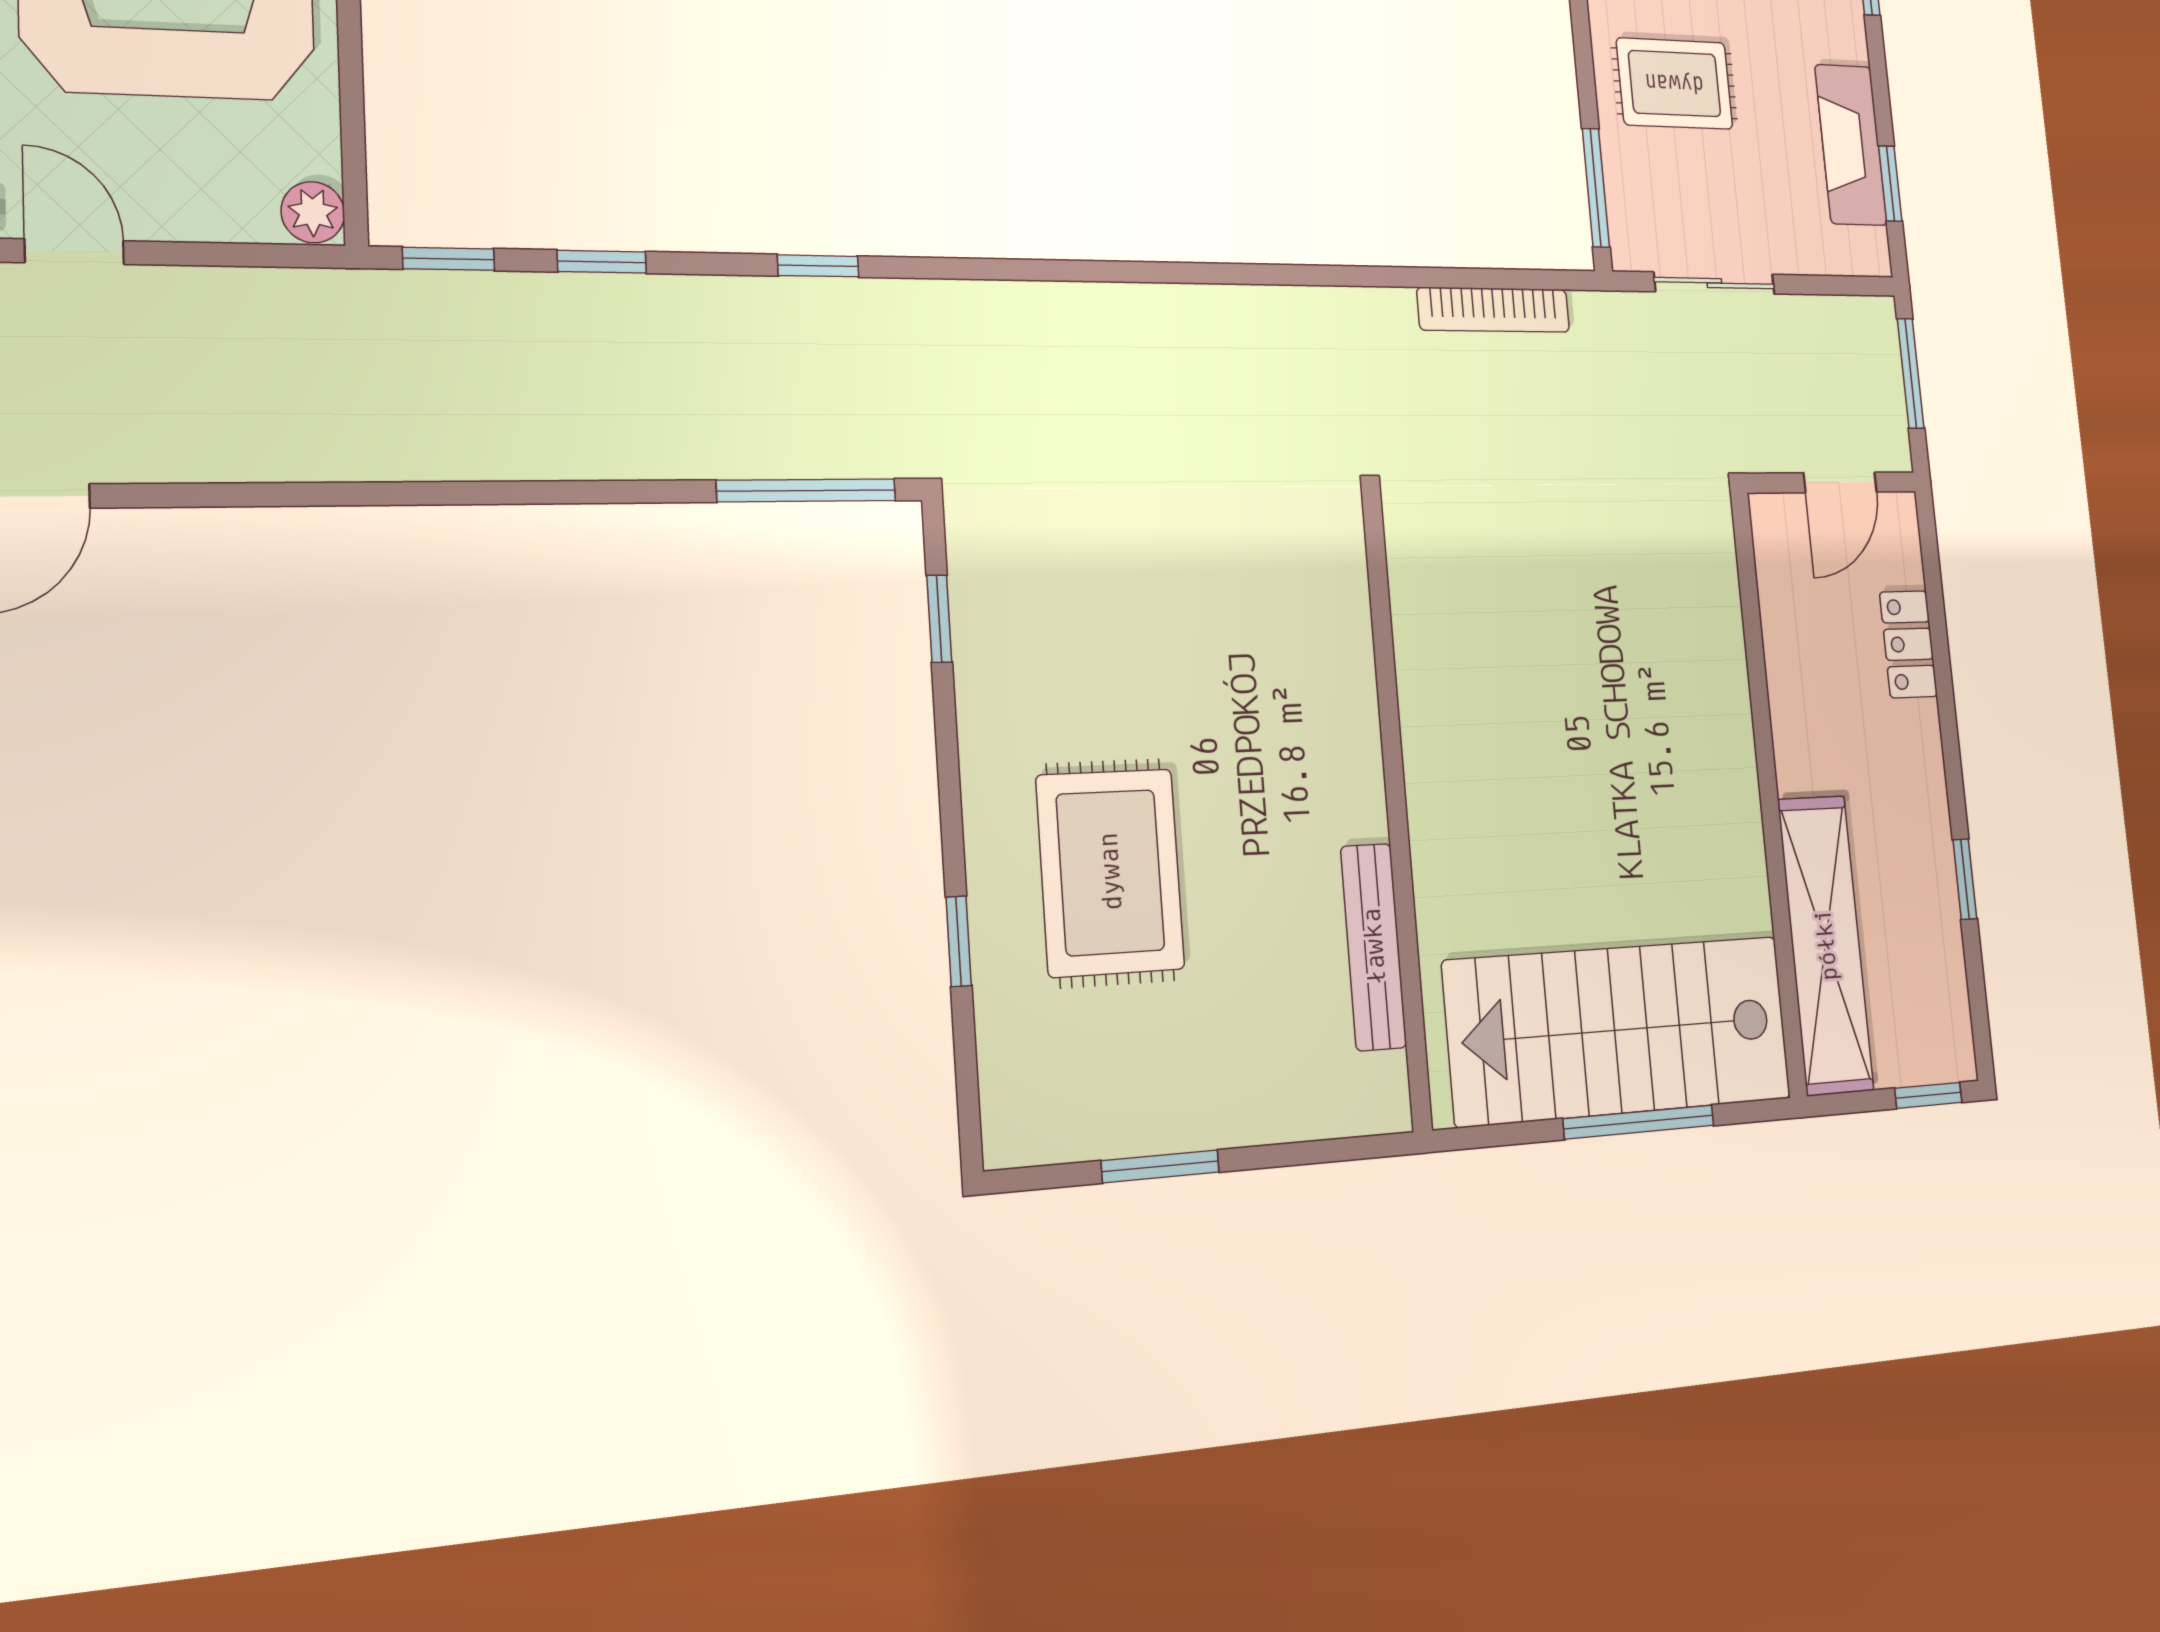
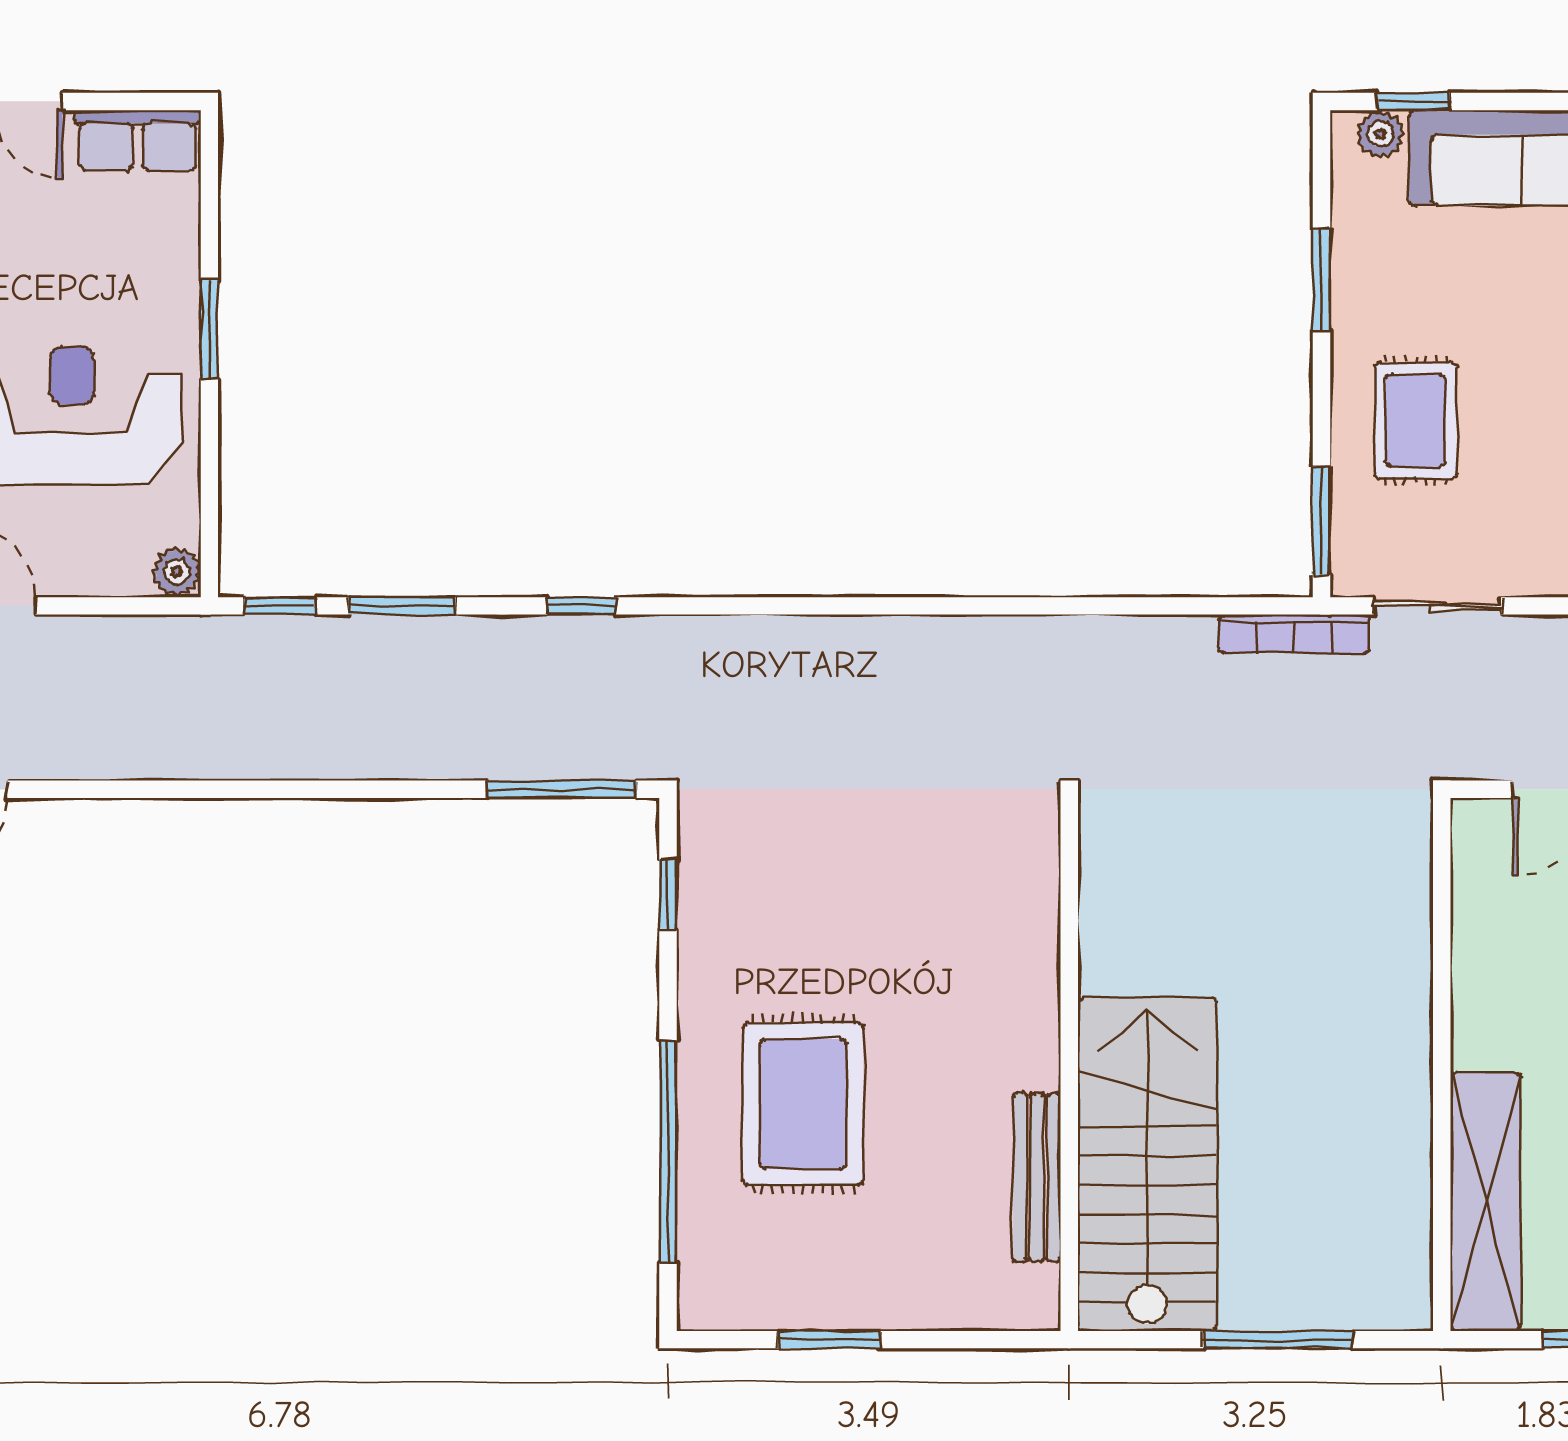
rug: (1675, 84) -> (1416, 421), turned 90
window: (602, 262) -> (402, 606), width x1.50
bookcase: (1493, 310) -> (1294, 634), moved
window: (959, 941) -> (668, 1151), width x3.17
stairs: (1619, 1030) -> (1147, 1164), moved, turned 90

